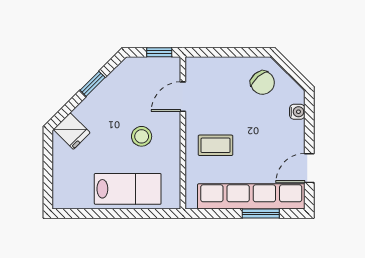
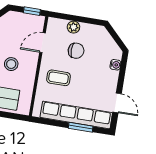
plant: (225, 66) -> (73, 27), added
chair: (263, 83) -> (76, 51), moved, turned -49
door: (309, 168) -> (117, 103), swing flipped

